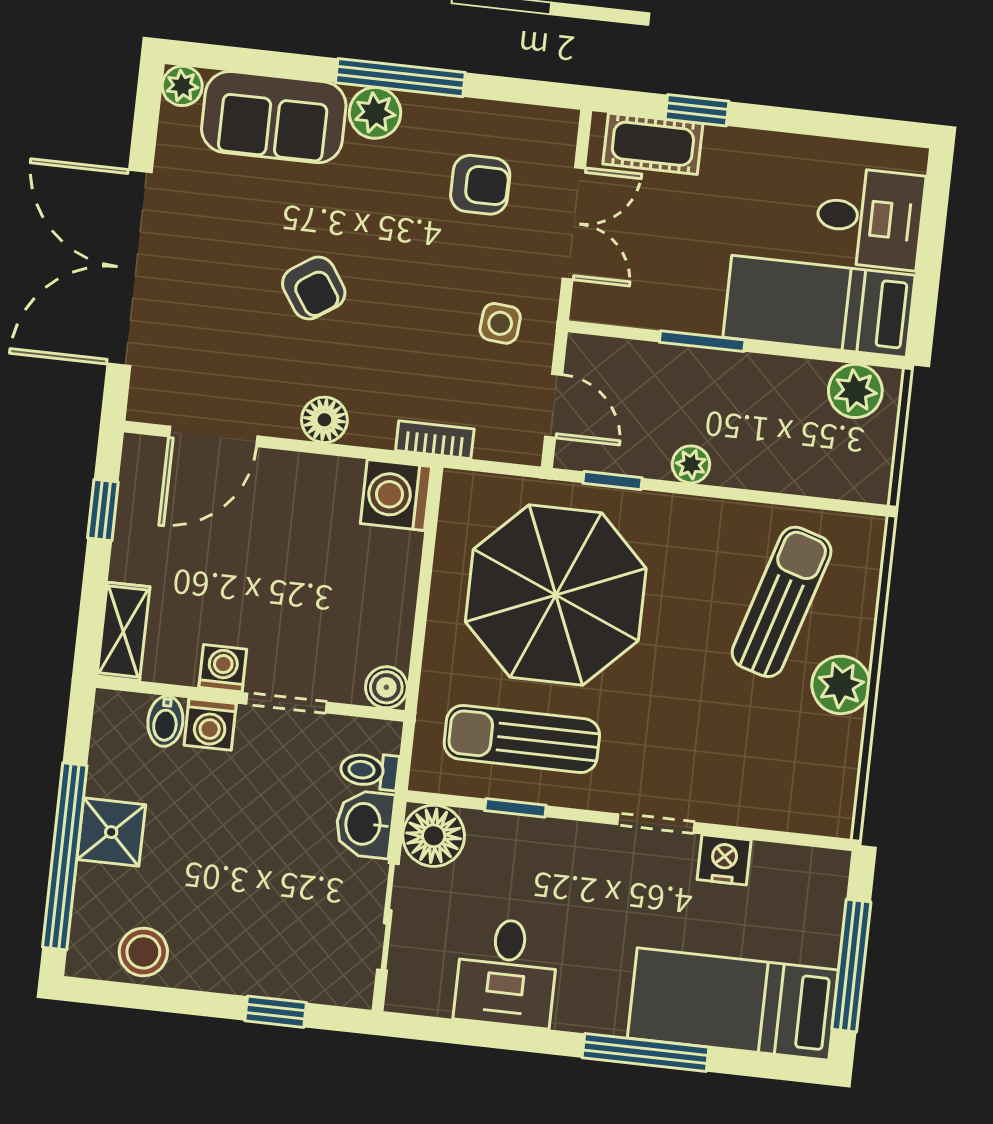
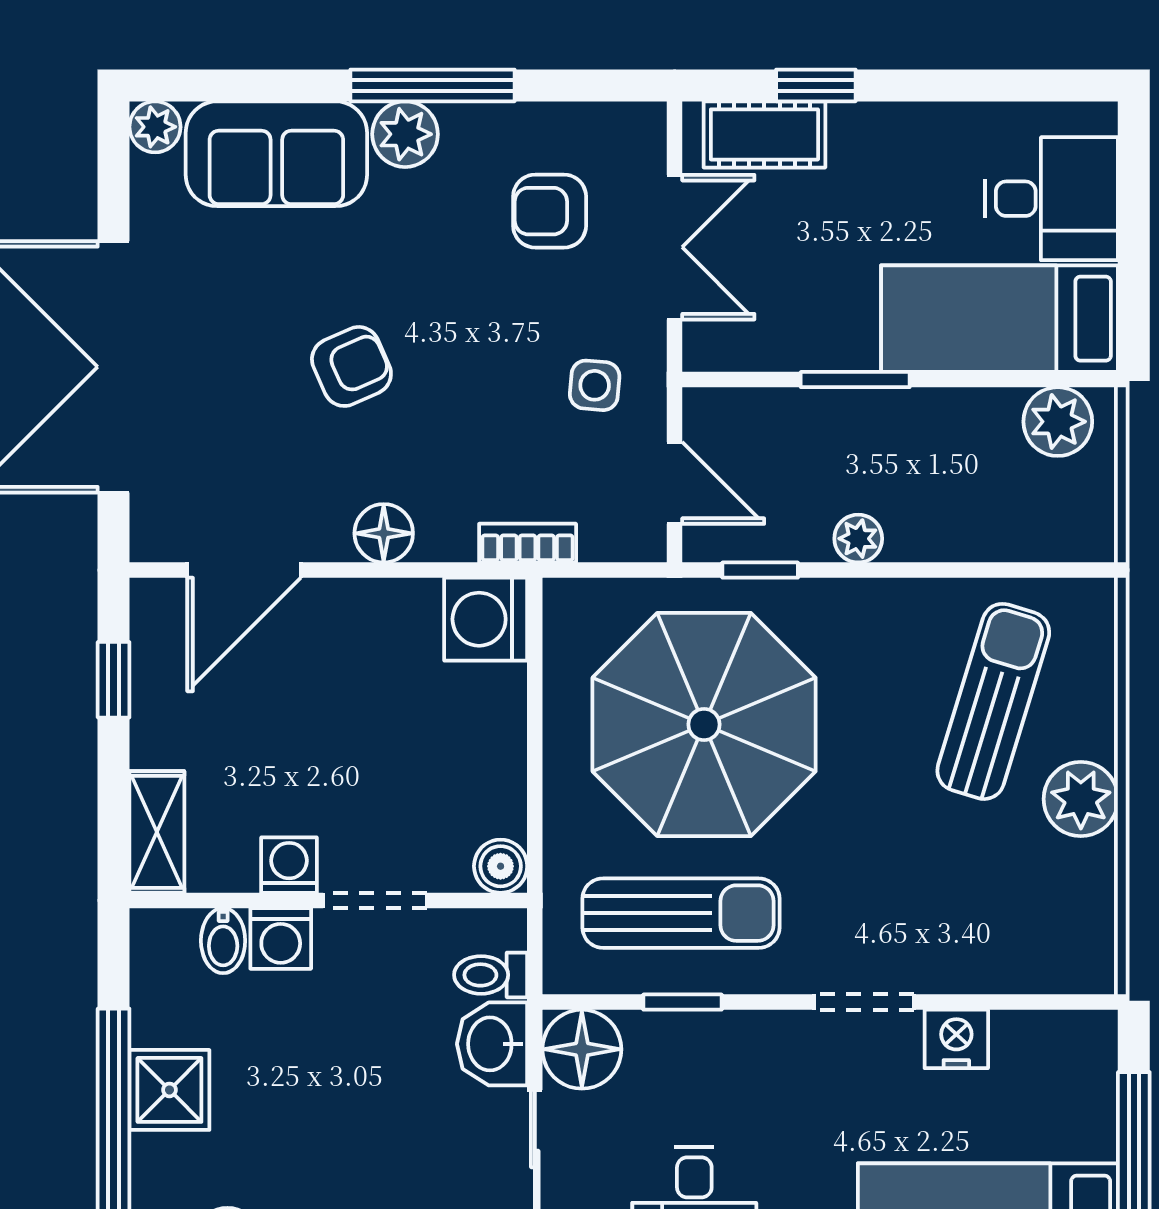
armchair: (480, 185) -> (550, 211), turned 180
armchair: (314, 288) -> (351, 366), turned -80
sun lounger: (522, 739) -> (681, 913), turned 180

